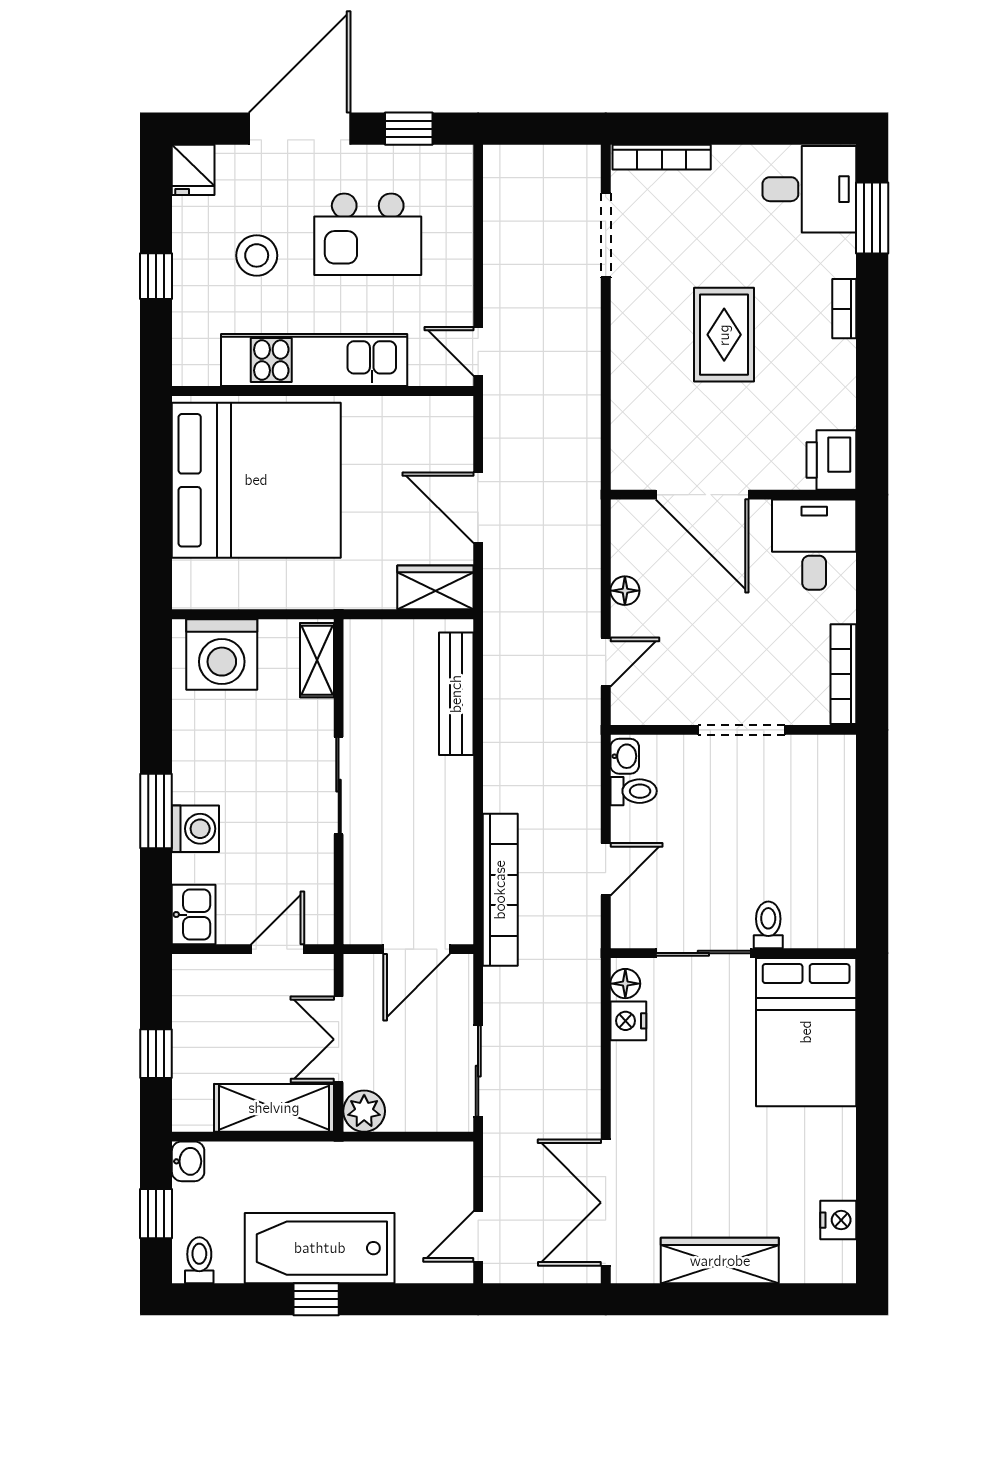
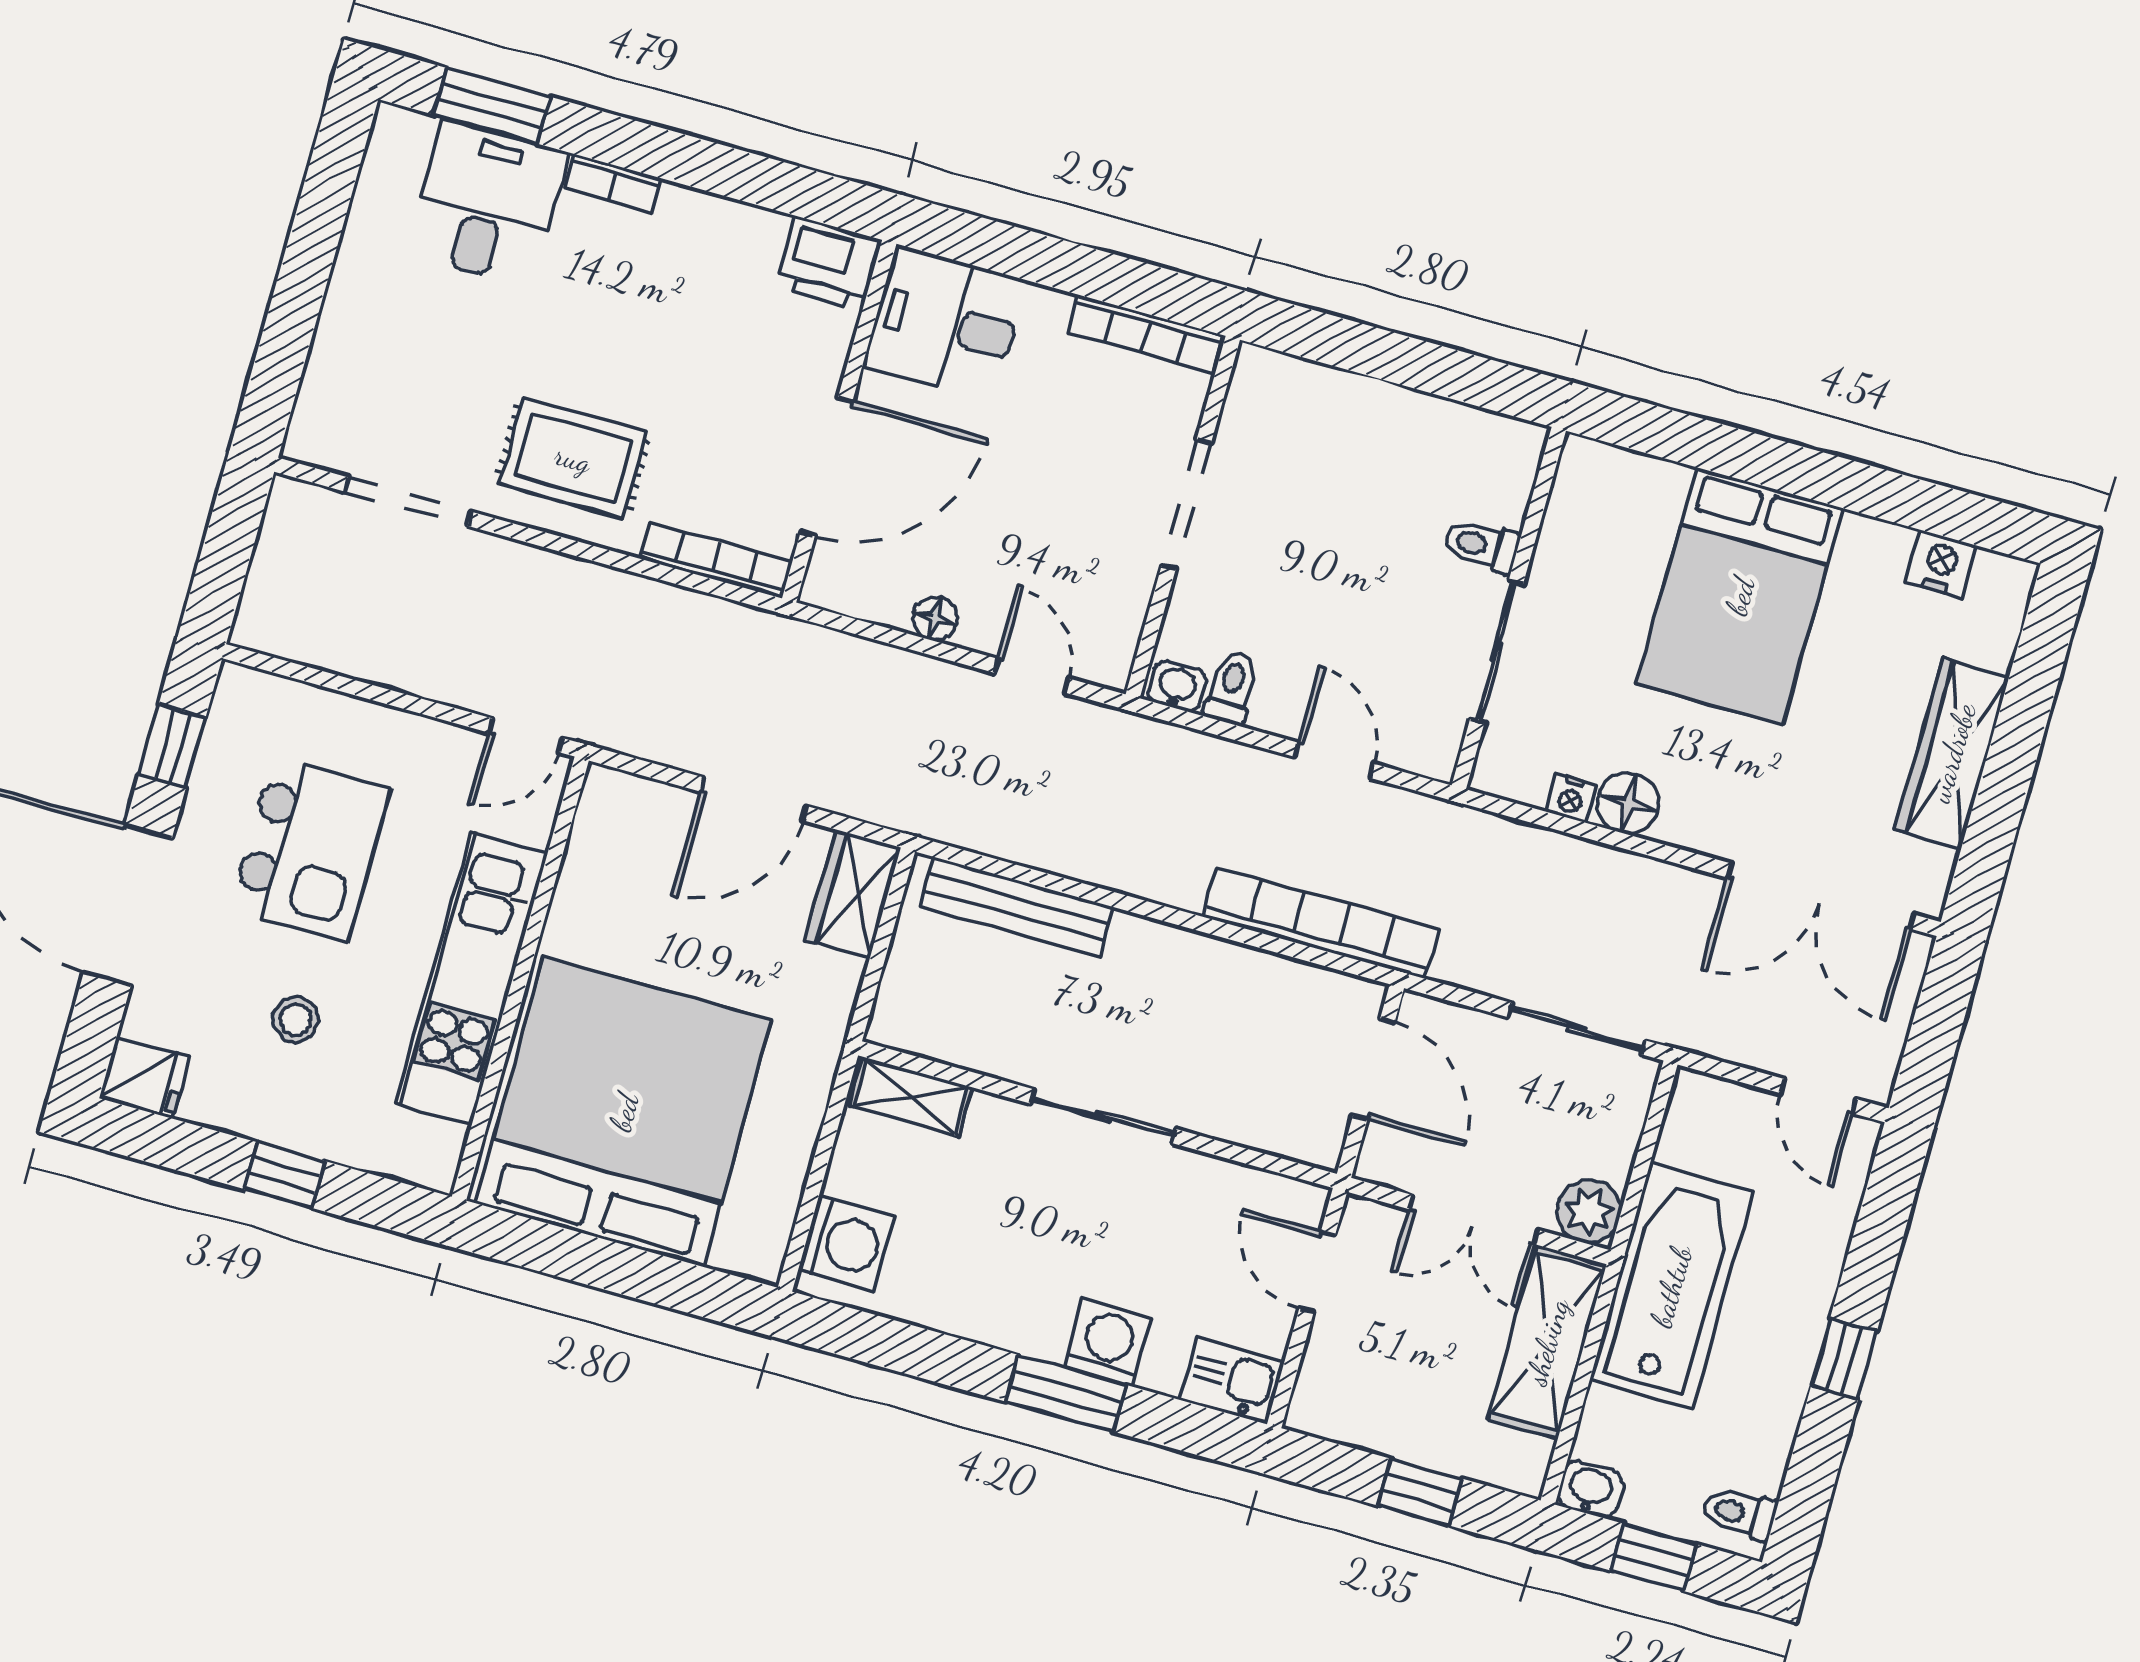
bookcase: (662, 157) -> (716, 560), moved, turned -90
desk: (809, 189) -> (487, 203), moved
stool: (257, 255) -> (296, 1020), width x0.73, depth x0.73
rug: (724, 335) -> (573, 458), moved
washing machine: (222, 654) -> (846, 1243), width x0.73, depth x0.73
floor lamp: (625, 984) -> (1628, 803), moved, width x1.37, depth x1.37
nightstand: (628, 1021) -> (1571, 798), width x0.72, depth x0.74
bed: (806, 1032) -> (1740, 596), moved, turned 90
bathtub: (320, 1248) -> (1671, 1286), moved, turned 180

